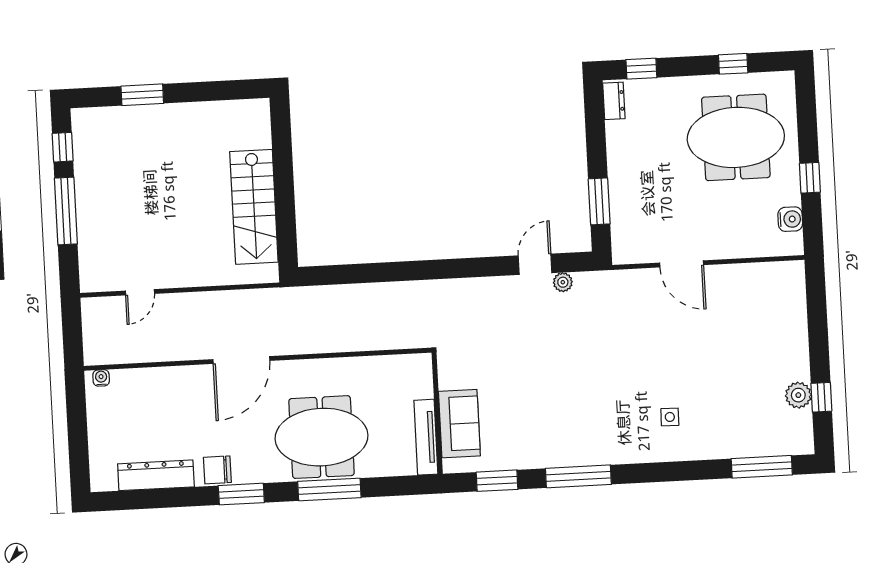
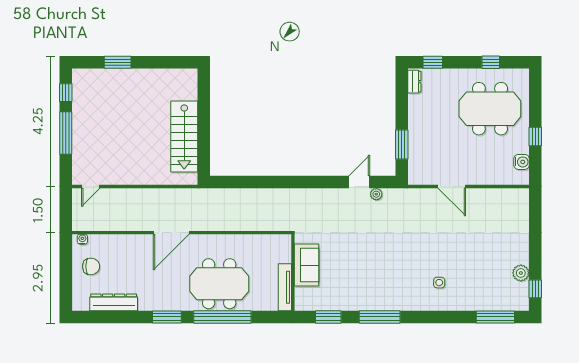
door: (140, 292) -> (91, 187), moved
window: (821, 397) -> (535, 289), moved
sofa: (459, 424) -> (307, 265), moved
chair: (217, 470) -> (91, 266), moved, turned 180
window: (329, 489) -> (222, 317), width x1.46

